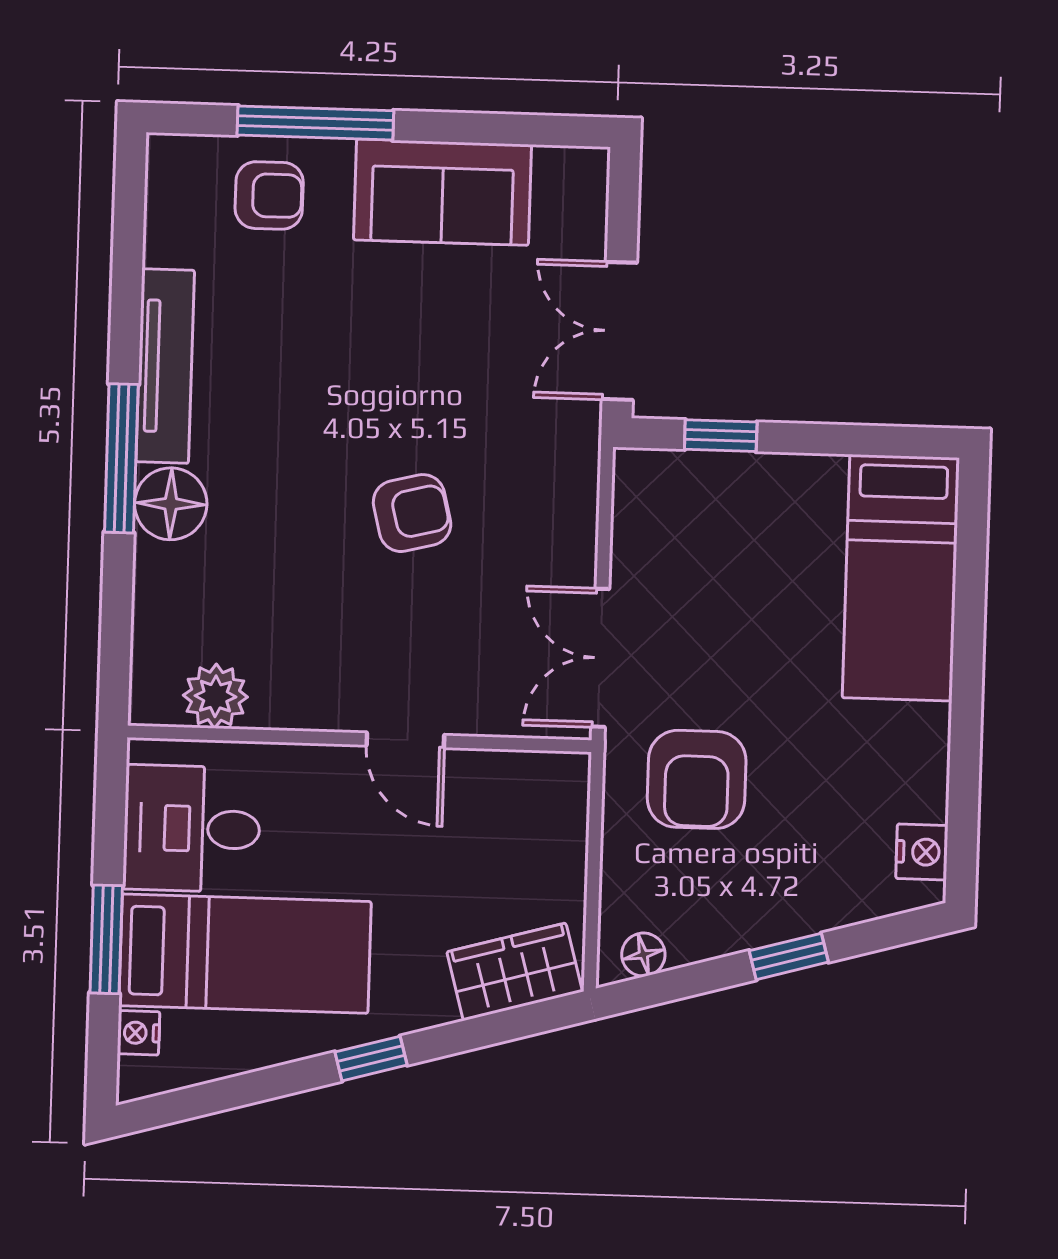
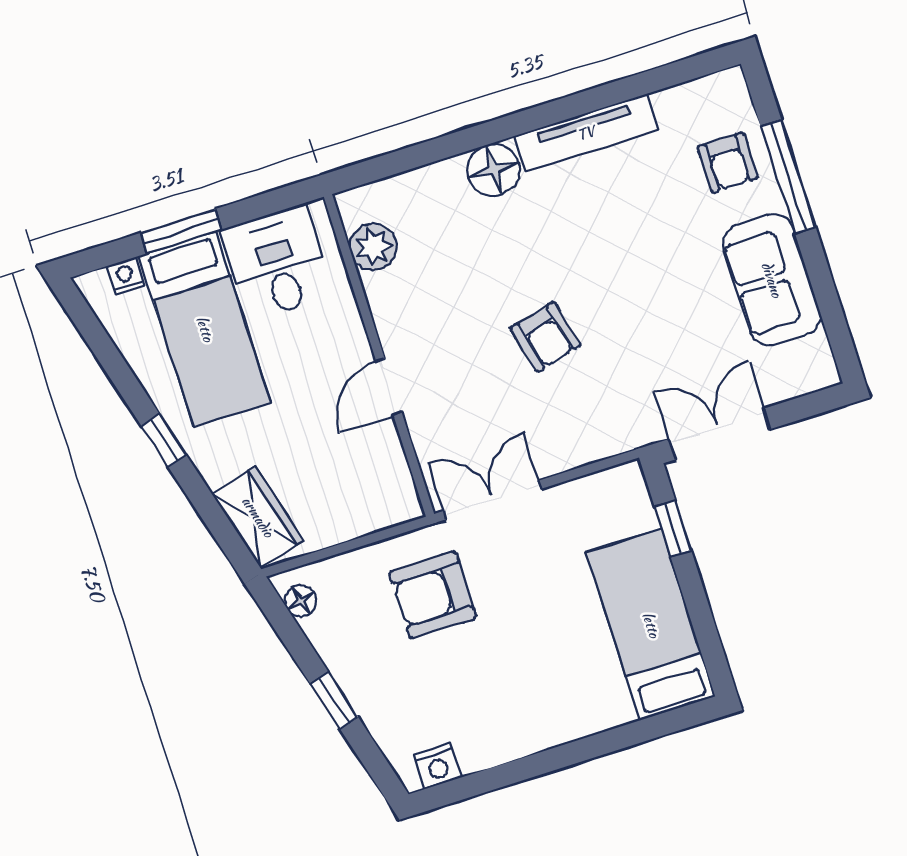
window: (121, 458) -> (513, 125), removed
bed: (901, 578) -> (651, 625), moved, turned 90

